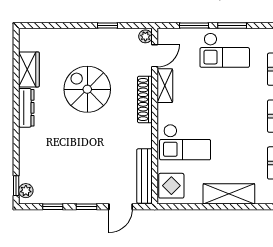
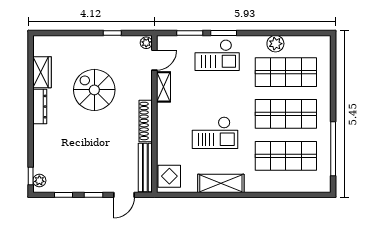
shoe rack: (145, 100) -> (146, 121), moved
checkout: (185, 142) -> (215, 133), moved

